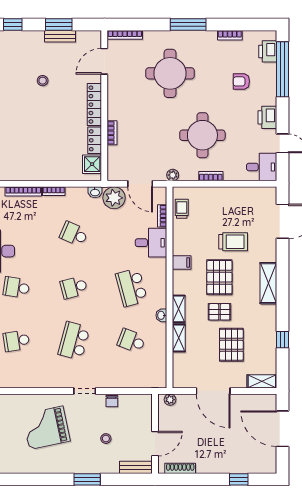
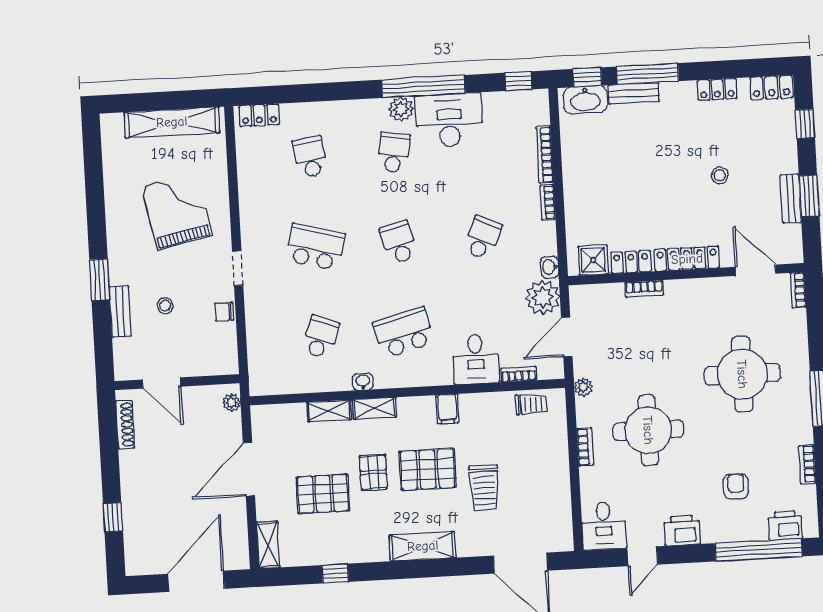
bookcase: (125, 35) -> (798, 290), width x0.64
bench: (136, 467) -> (120, 311), moved

